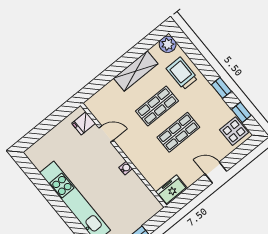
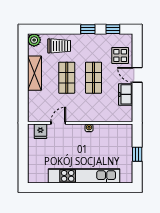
trolley: (182, 73) -> (59, 46), turned 180
display table: (234, 131) -> (120, 55), moved
door: (216, 173) -> (137, 75), hinge flipped
freezer: (172, 190) -> (126, 94), moved

